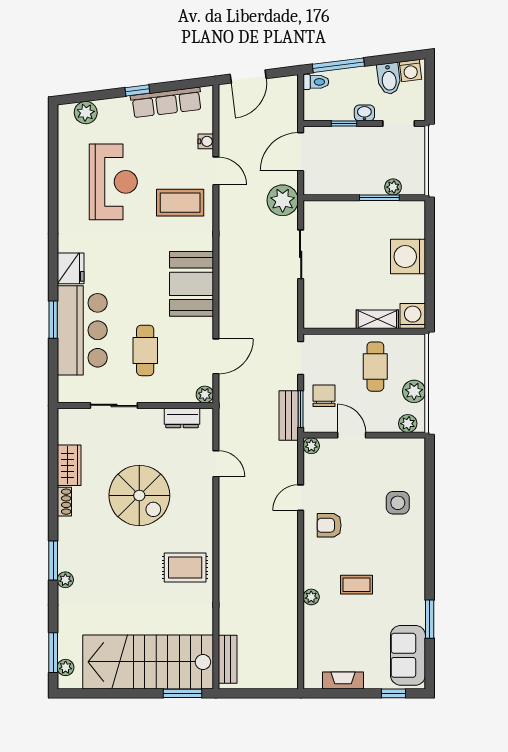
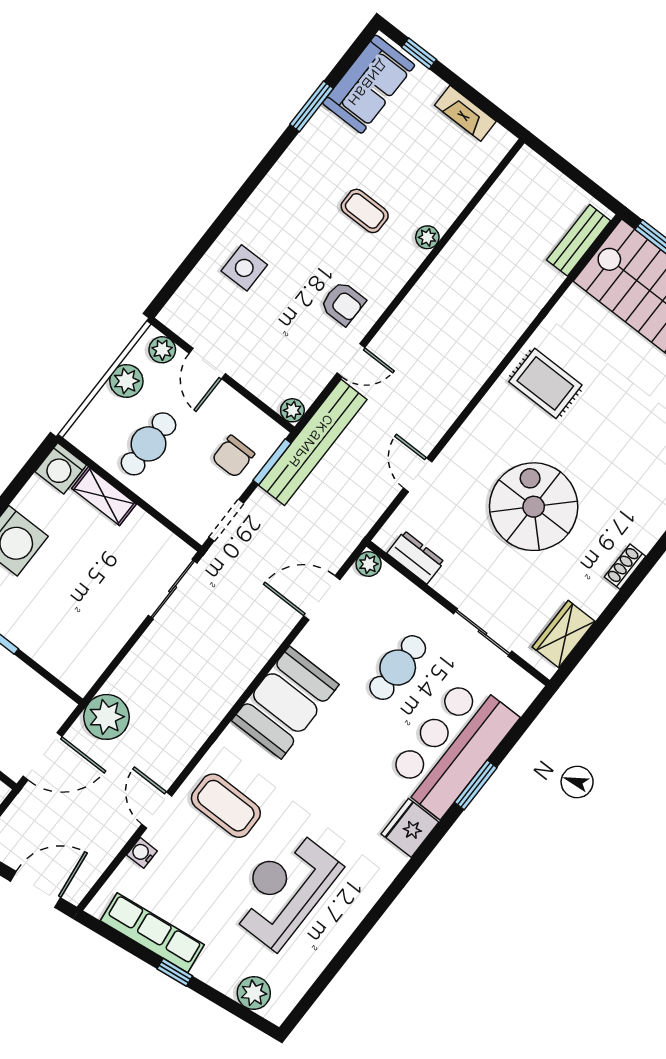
sliding door: (301, 254) -> (173, 589), moved
bench: (289, 415) -> (313, 442), width x1.86, depth x1.21
door: (352, 435) -> (207, 364), moved
wardrobe: (69, 465) -> (564, 634), moved

